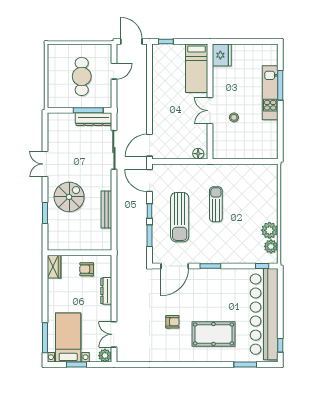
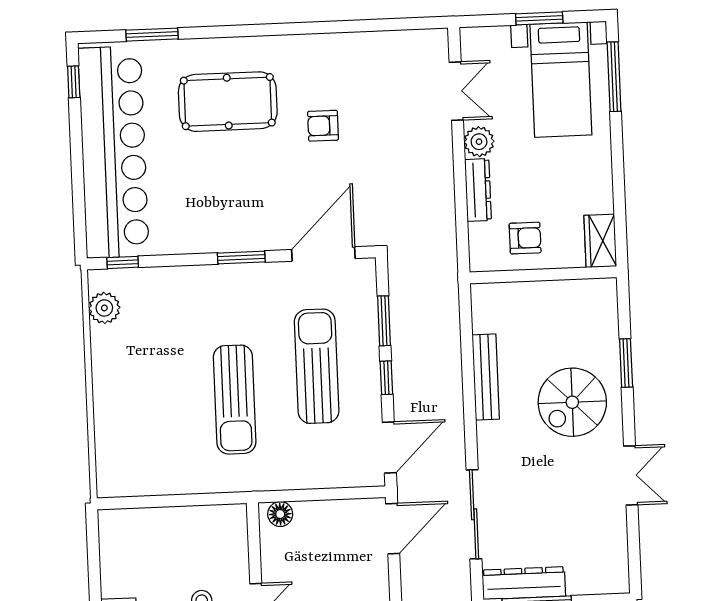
door: (150, 181) -> (389, 447), hinge flipped
sun lounger: (216, 204) -> (235, 400), width x1.36, depth x1.34
plant: (269, 230) -> (109, 345), removed
plant: (105, 356) -> (479, 142), moved

